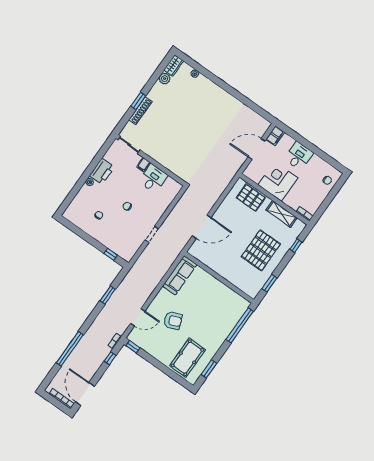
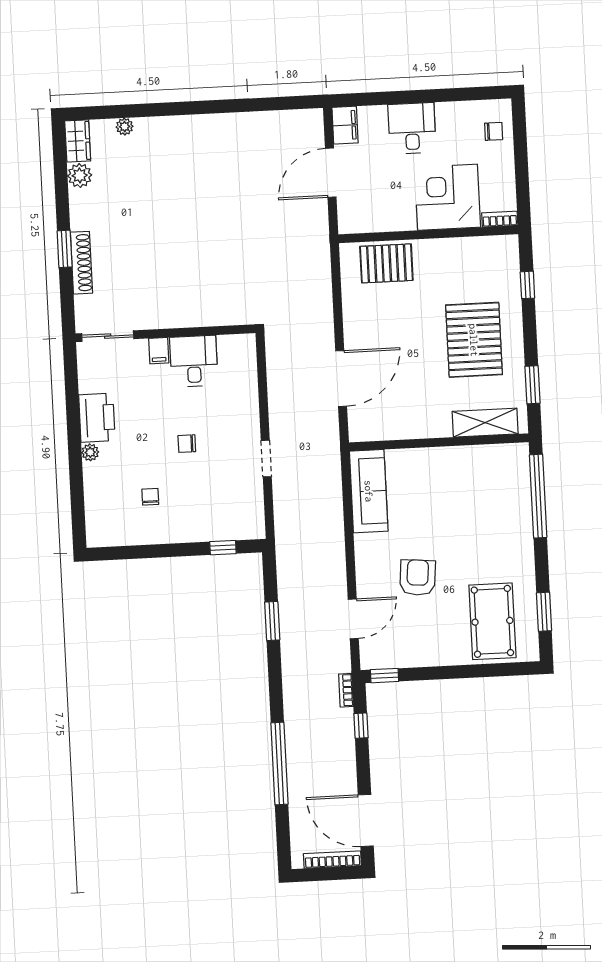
corner desk: (278, 181) -> (448, 197), moved
shelving: (282, 214) -> (485, 423), moved
armchair: (173, 321) -> (418, 577), turned -63

